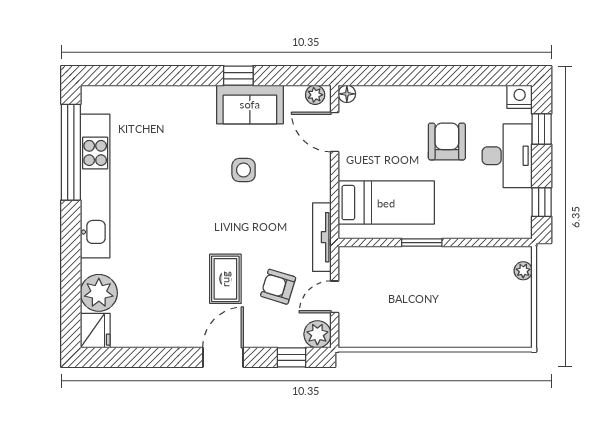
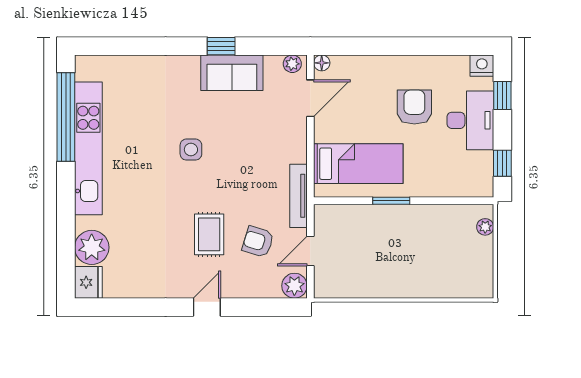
door: (335, 132) -> (310, 98), swing flipped
side table: (244, 170) -> (191, 150), moved
door: (223, 357) -> (207, 307), width x0.73
window: (292, 357) -> (270, 307), removed

